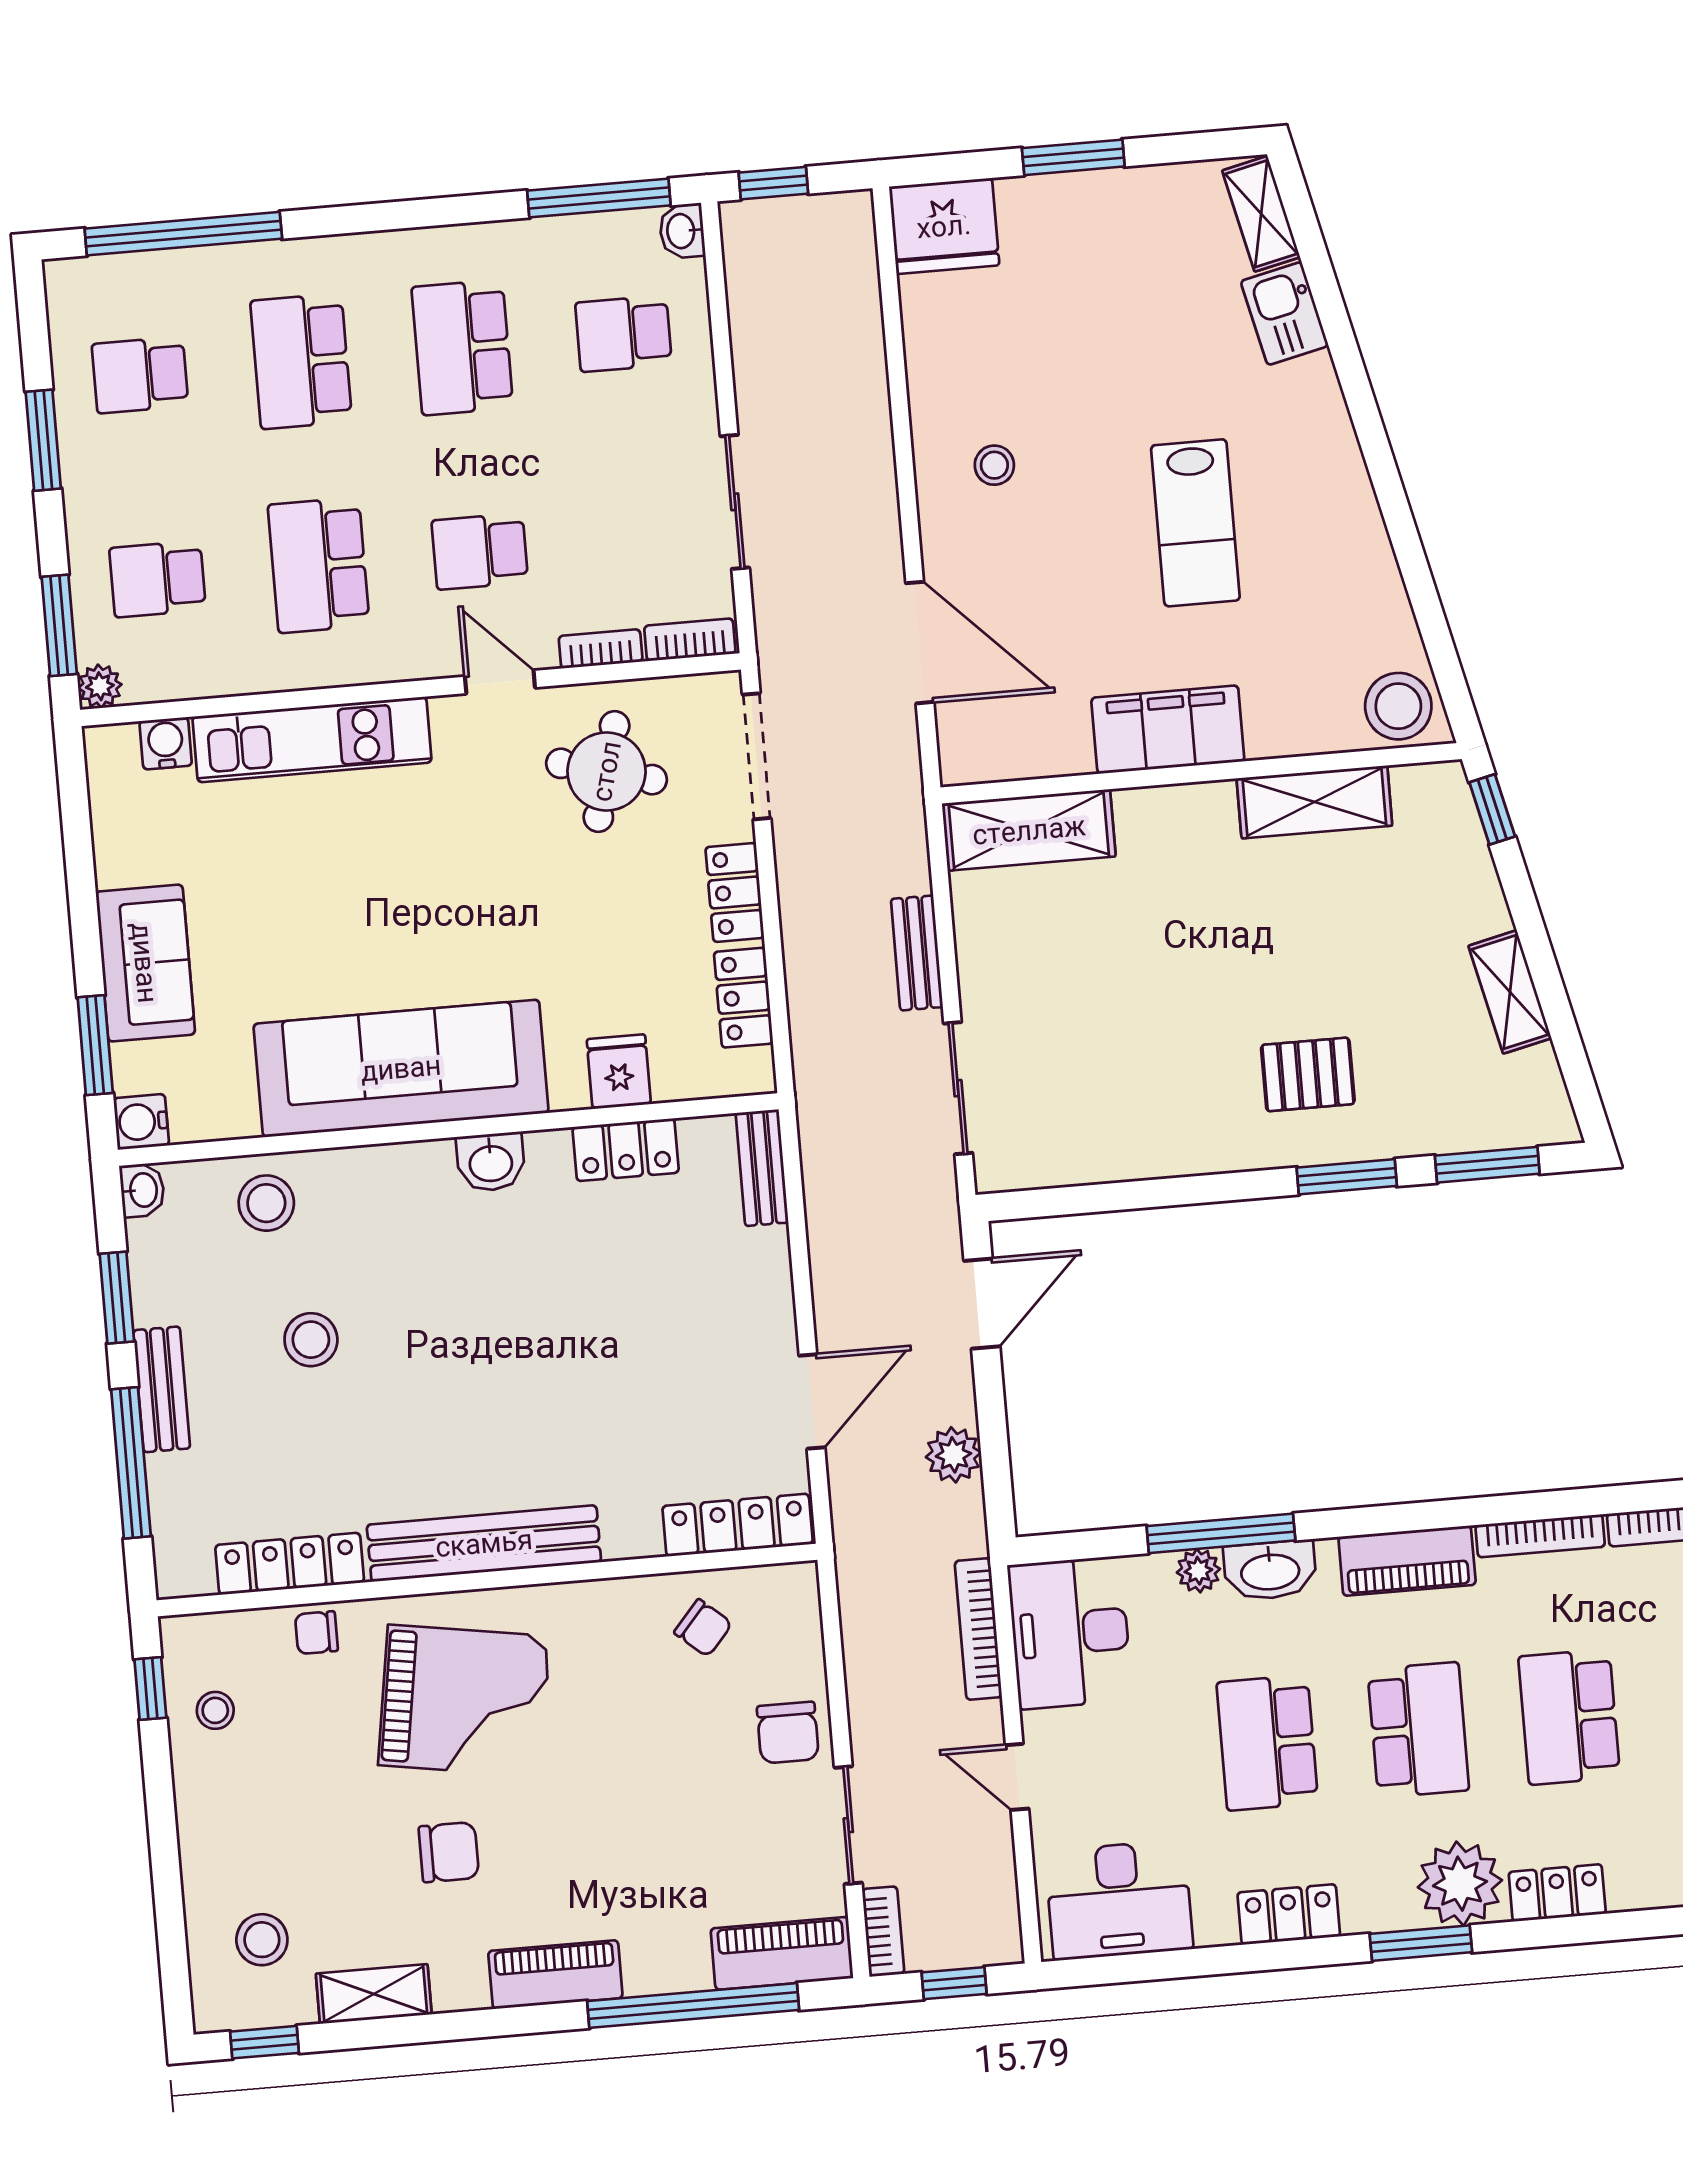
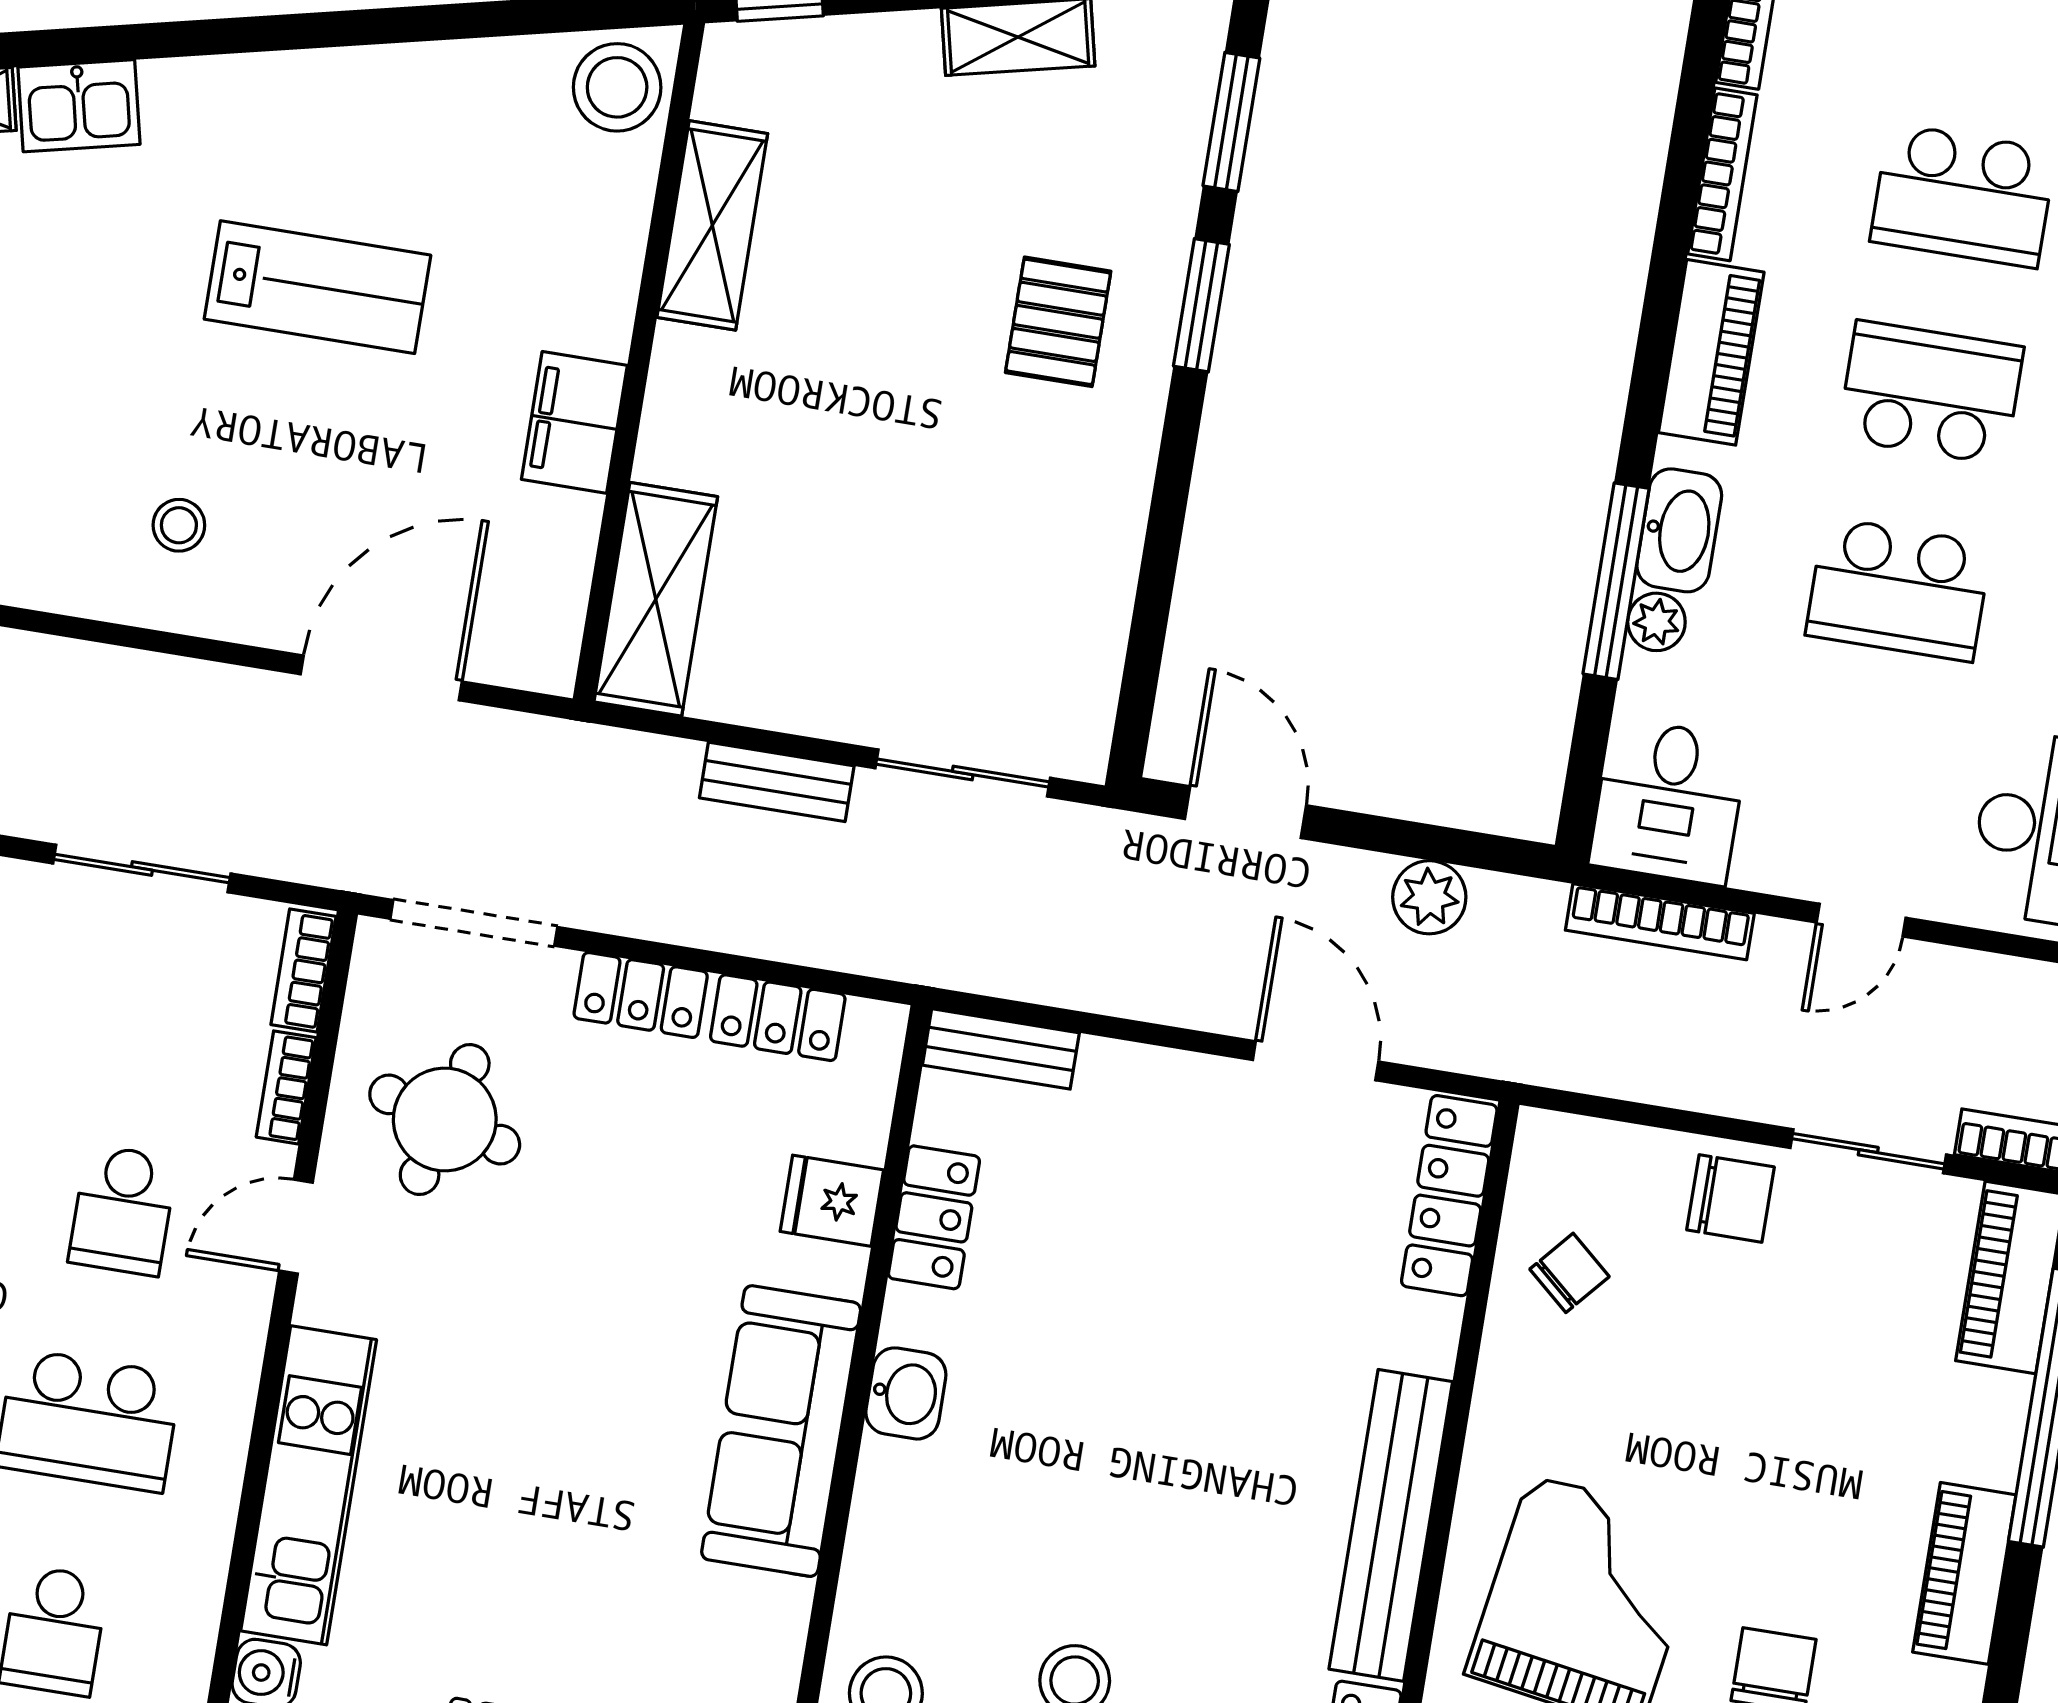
filing cabinet: (1168, 730) -> (574, 422), width x0.67, depth x0.86
sofa: (401, 1068) -> (781, 1431), width x0.74, depth x0.79
desk: (1070, 1633) -> (1669, 802), width x0.73

